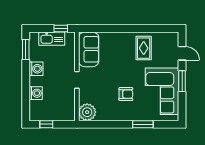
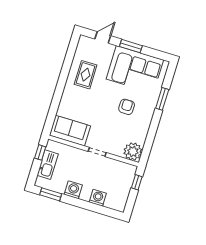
rug: (144, 48) -> (86, 75), turned 90
window: (46, 124) -> (137, 182), moved

